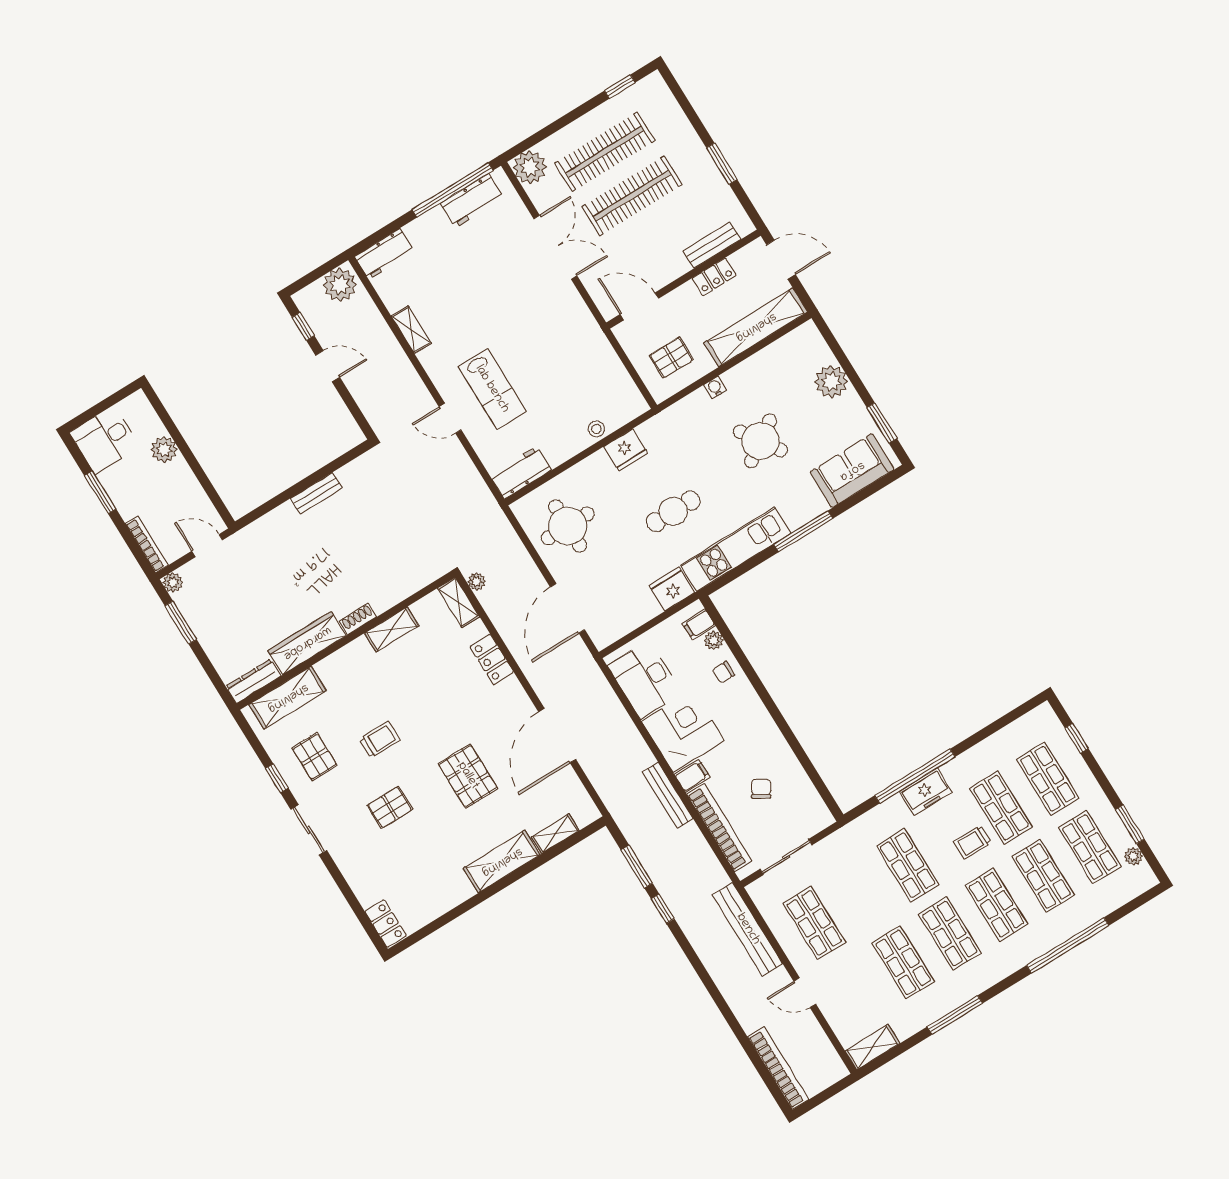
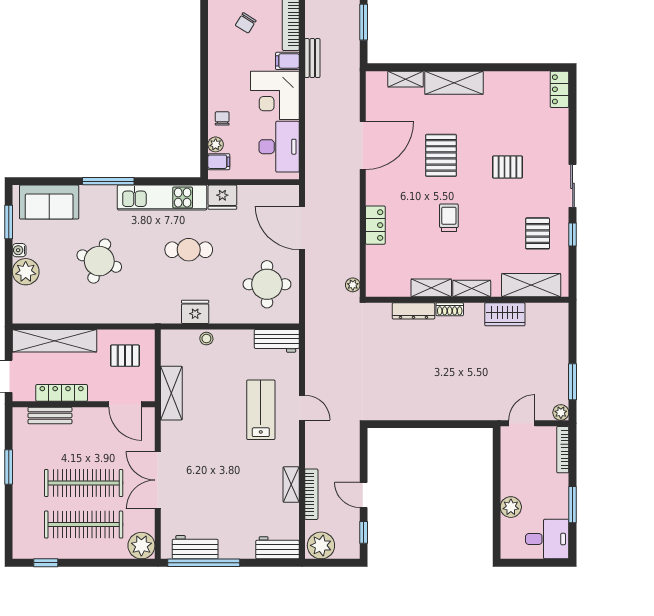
locker: (714, 277) -> (62, 393), width x1.53
bookcase: (384, 333) -> (311, 494), added
shelving: (598, 348) -> (171, 393), added
water cooler: (715, 387) -> (19, 250), moved, turned 90
round table: (760, 441) -> (99, 261), turned -37
bench: (316, 493) -> (425, 413), removed
door: (207, 546) -> (522, 423), swing flipped
shelving: (458, 602) -> (472, 289), moved, turned 90
door: (568, 608) -> (302, 228), swing flipped
wardrobe: (307, 643) -> (505, 314), width x0.67
chair: (724, 672) -> (222, 118), turned -90
dresser: (253, 681) -> (413, 311), moved
trolley: (380, 740) -> (449, 218), moved, turned 90
bench: (668, 795) -> (312, 58), width x0.73

